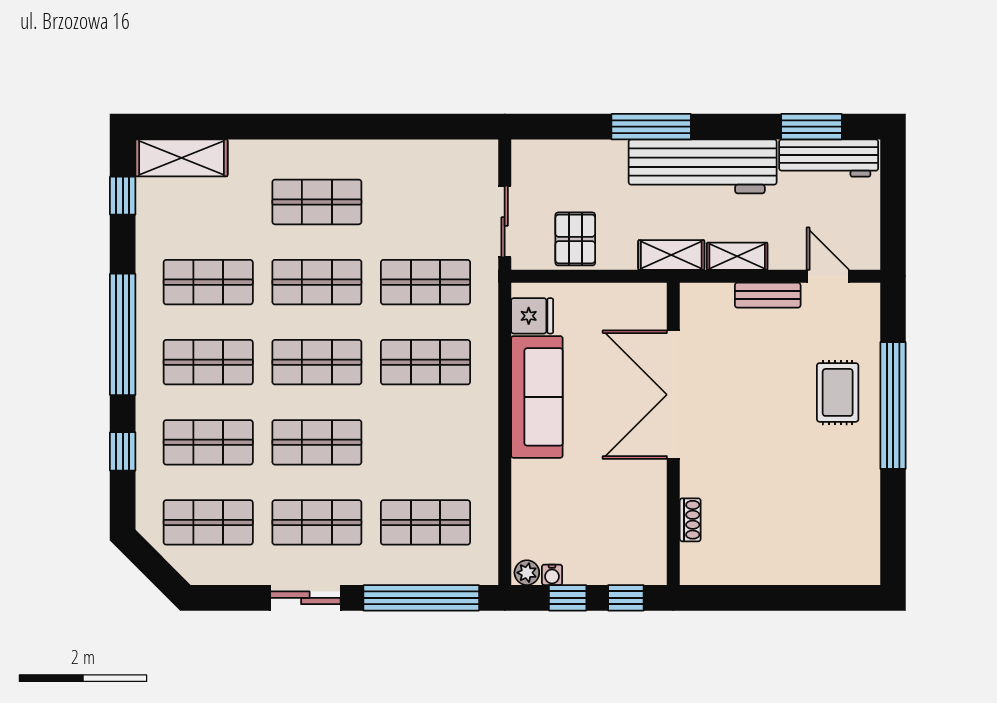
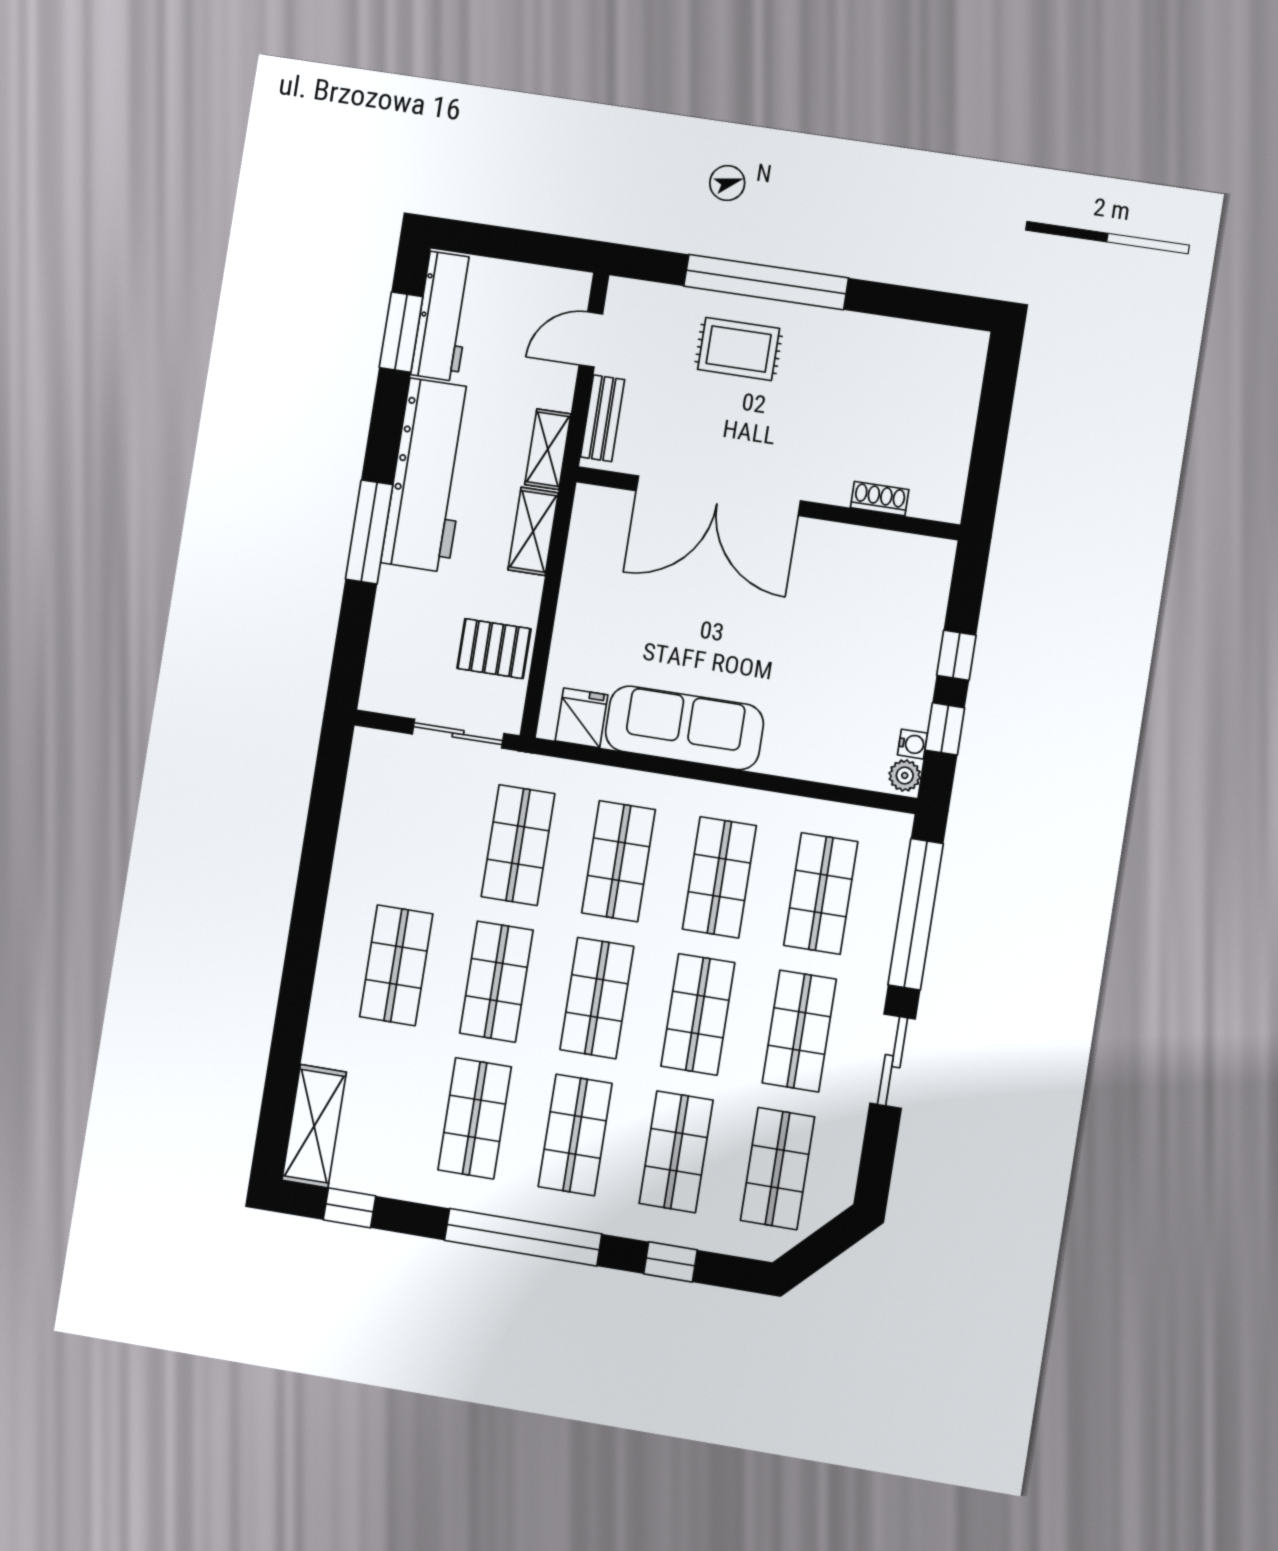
double door: (673, 395) -> (718, 496), moved
wall: (673, 434) -> (768, 503), moved
shop shelf: (425, 442) -> (719, 877), added
shoe rack: (690, 520) -> (880, 499), moved

